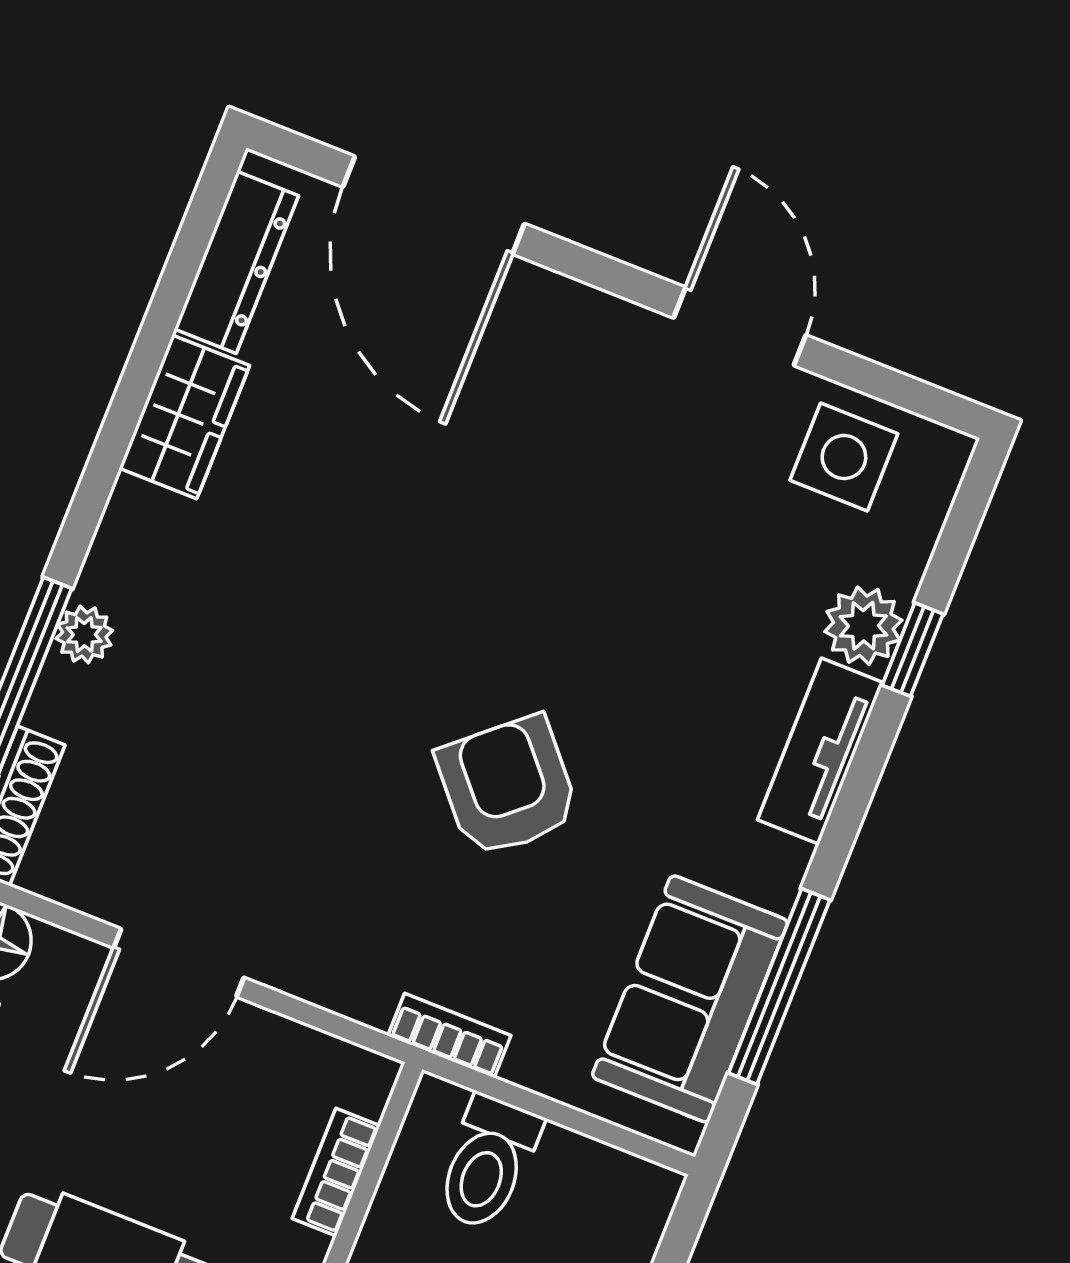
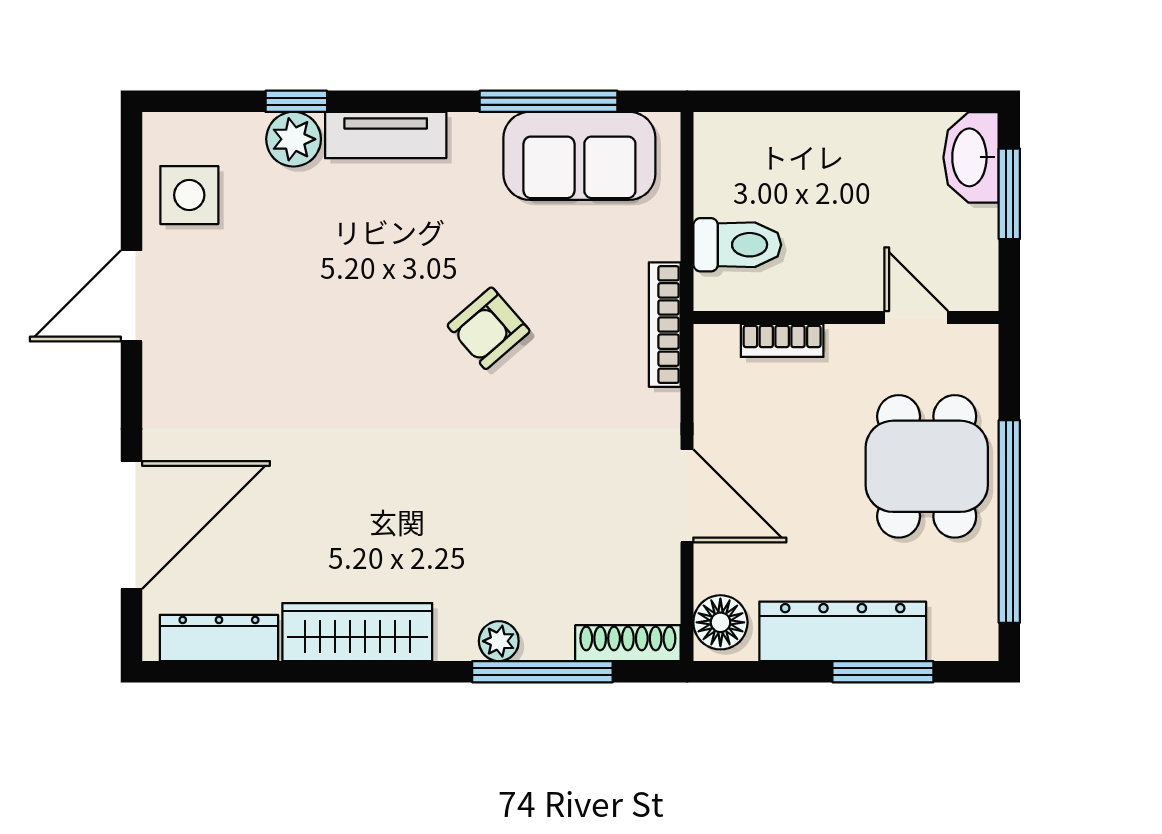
wardrobe: (184, 417) -> (357, 632), width x1.50
armchair: (508, 786) -> (489, 328), width x0.72, depth x0.72
bookcase: (449, 1036) -> (665, 325), width x1.56

